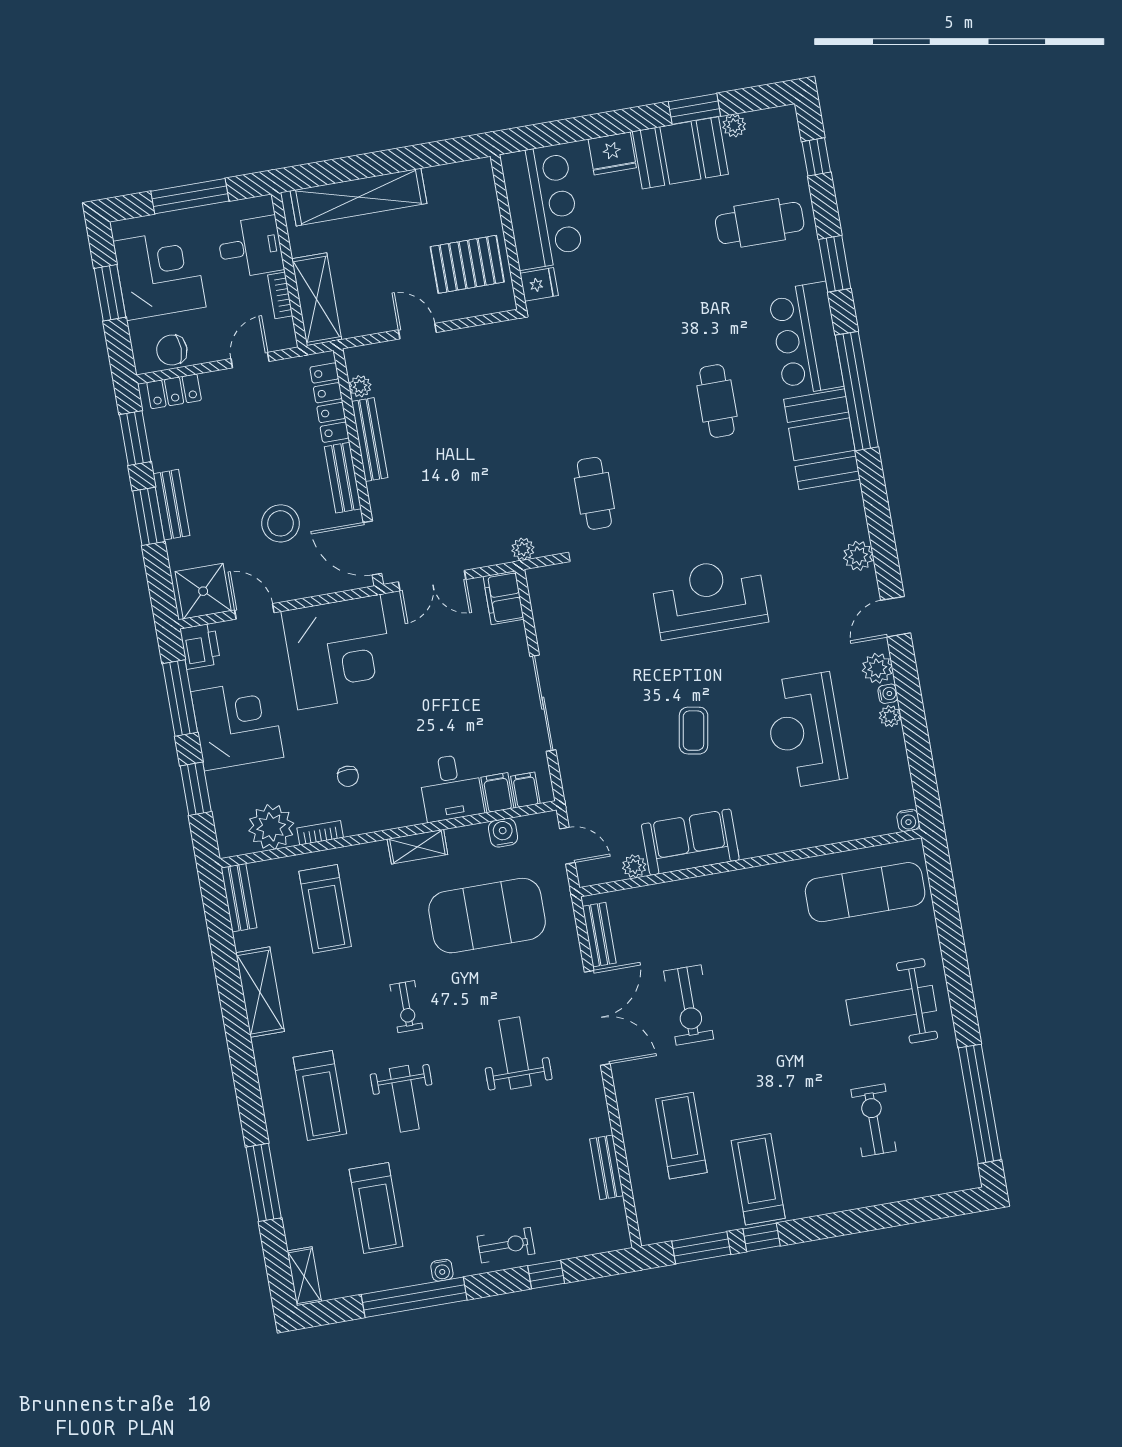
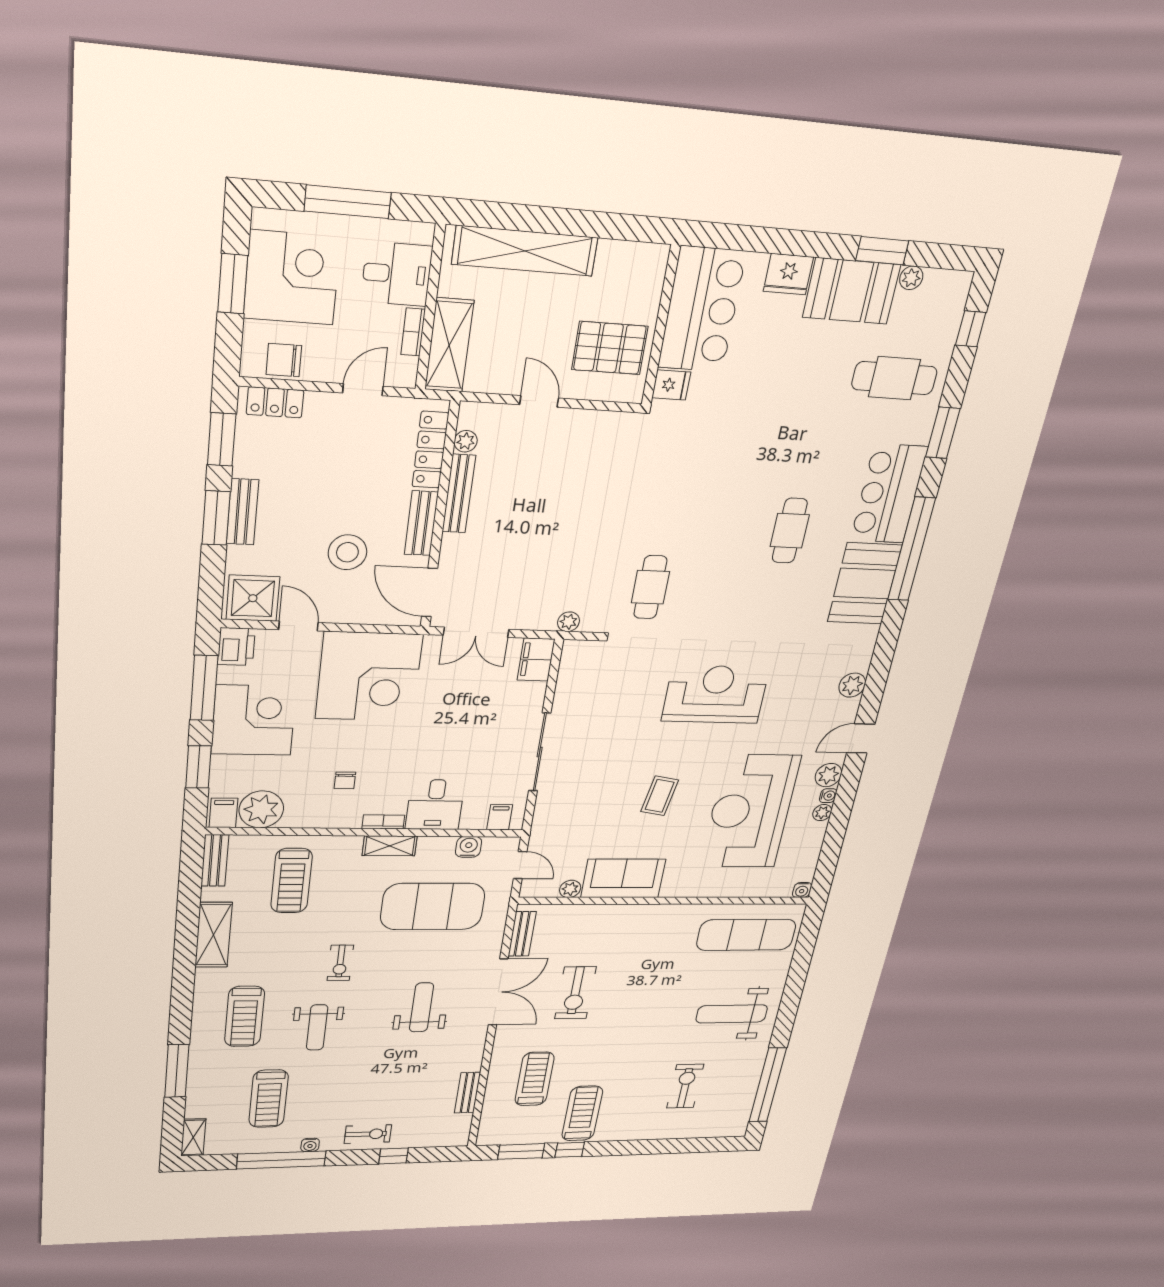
reception desk: (805, 731) -> (750, 811), width x1.36, depth x1.30
filing cabinet: (497, 793) -> (223, 813), moved
bookcase: (320, 833) -> (383, 822), moved

